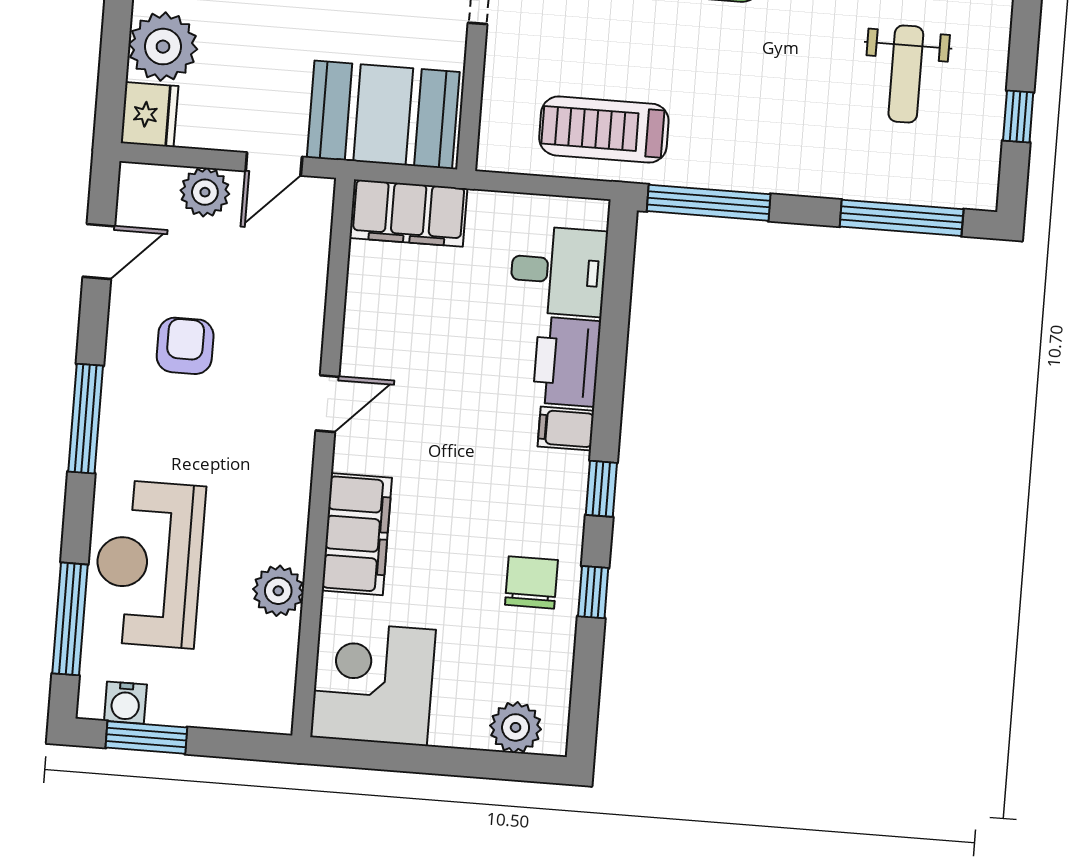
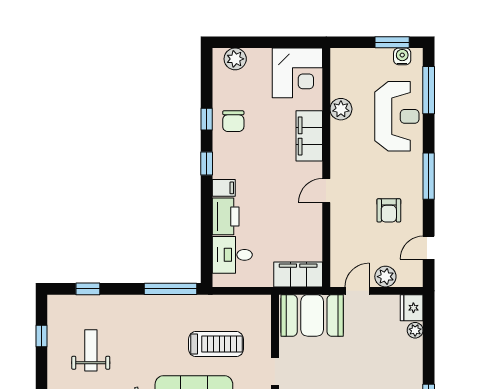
plant: (163, 47) -> (415, 330), width x0.53, depth x0.53
treadmill: (604, 130) -> (216, 344), moved
window: (902, 218) -> (88, 289), width x0.46

